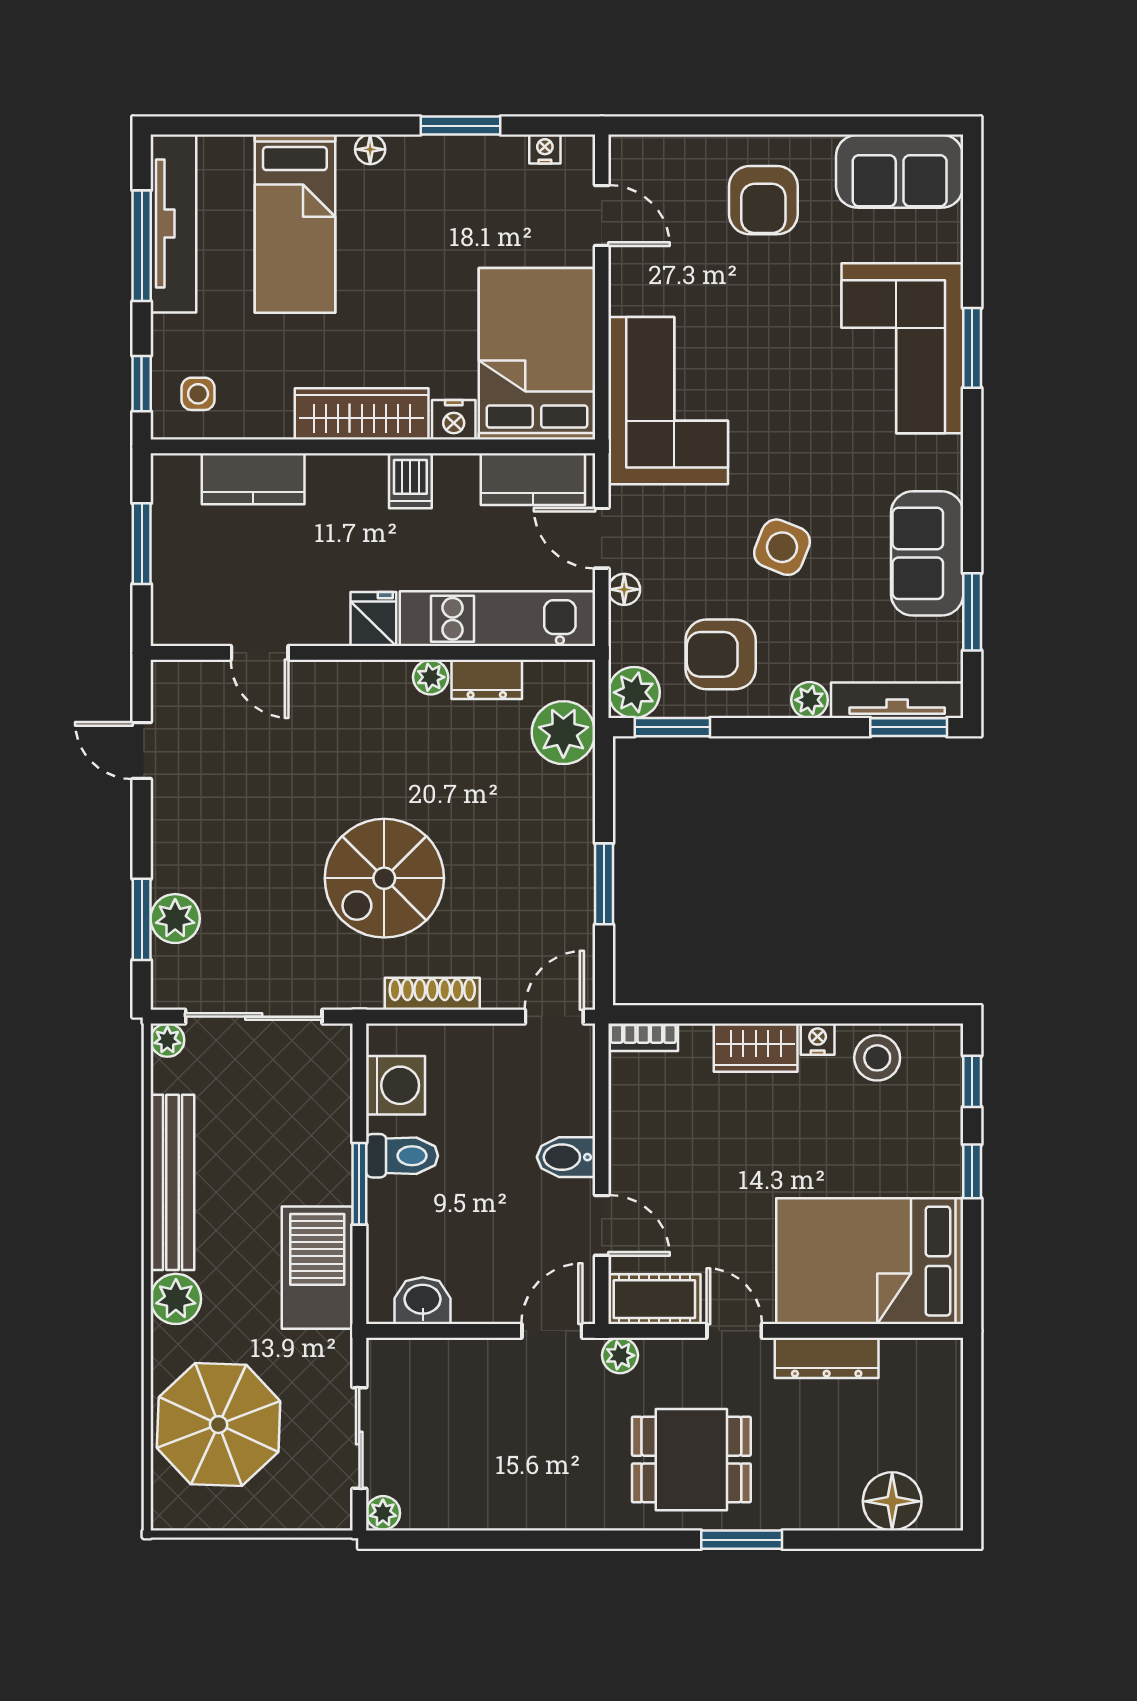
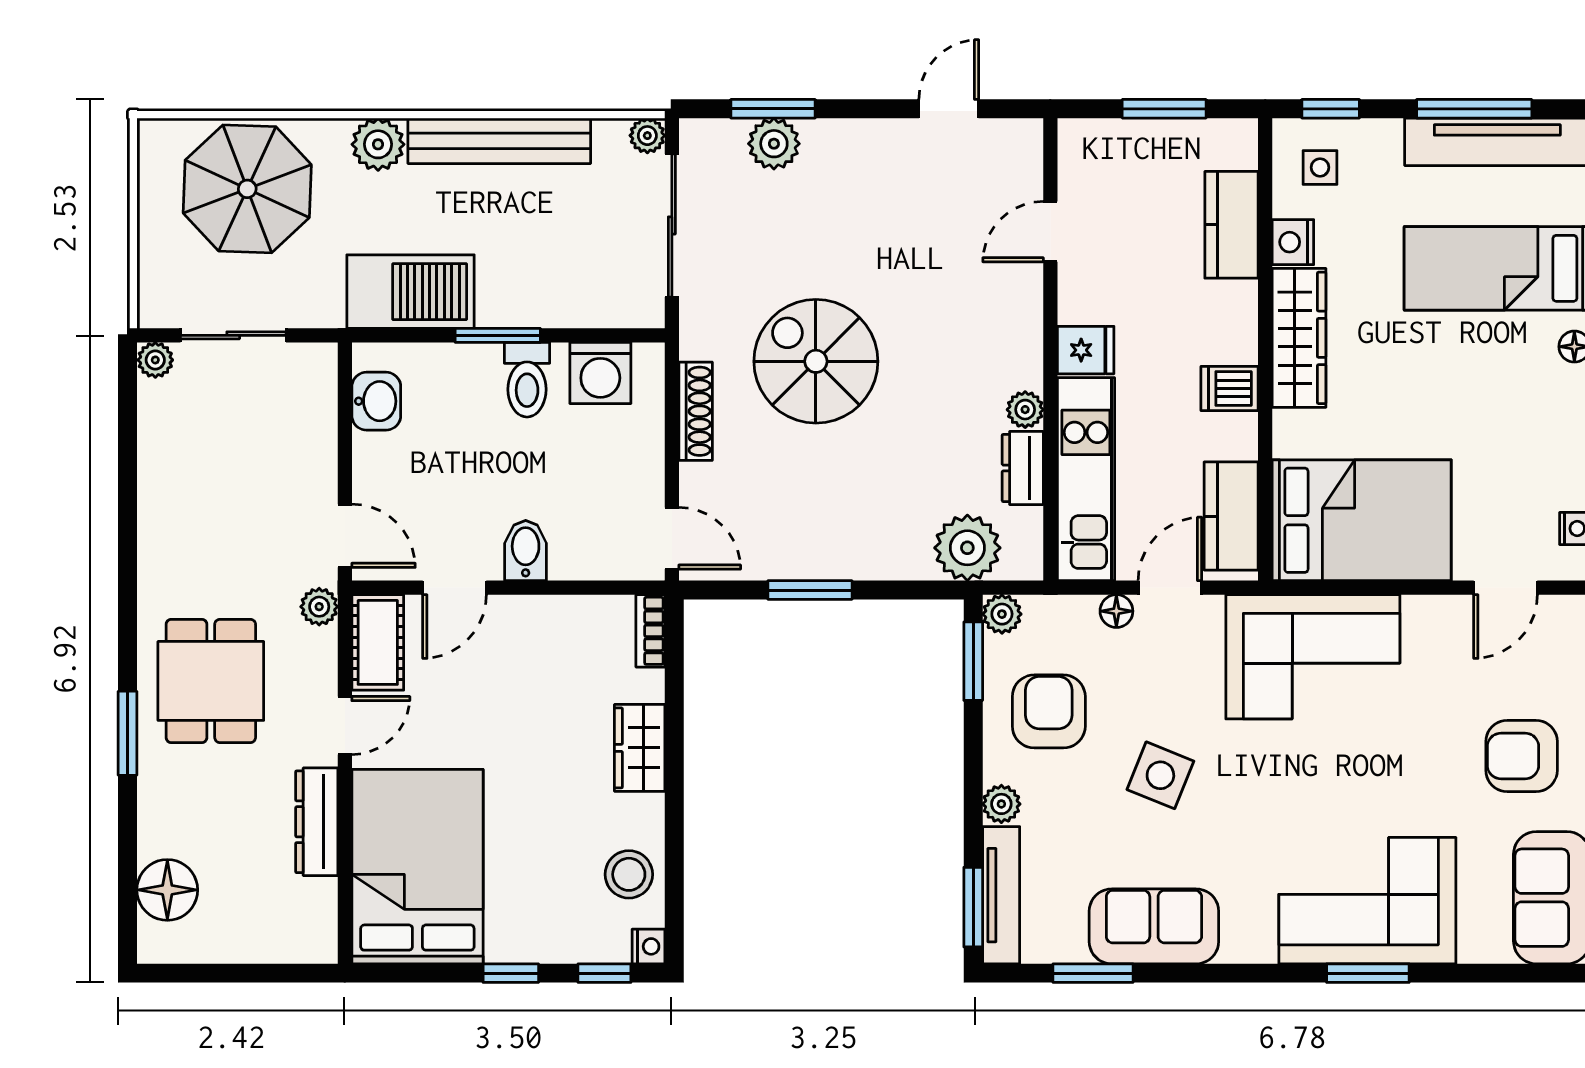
nightstand: (454, 420) -> (1293, 242), moved
plant: (634, 692) -> (1002, 614), width x0.73, depth x0.73
nightstand: (818, 1039) -> (648, 946), moved

